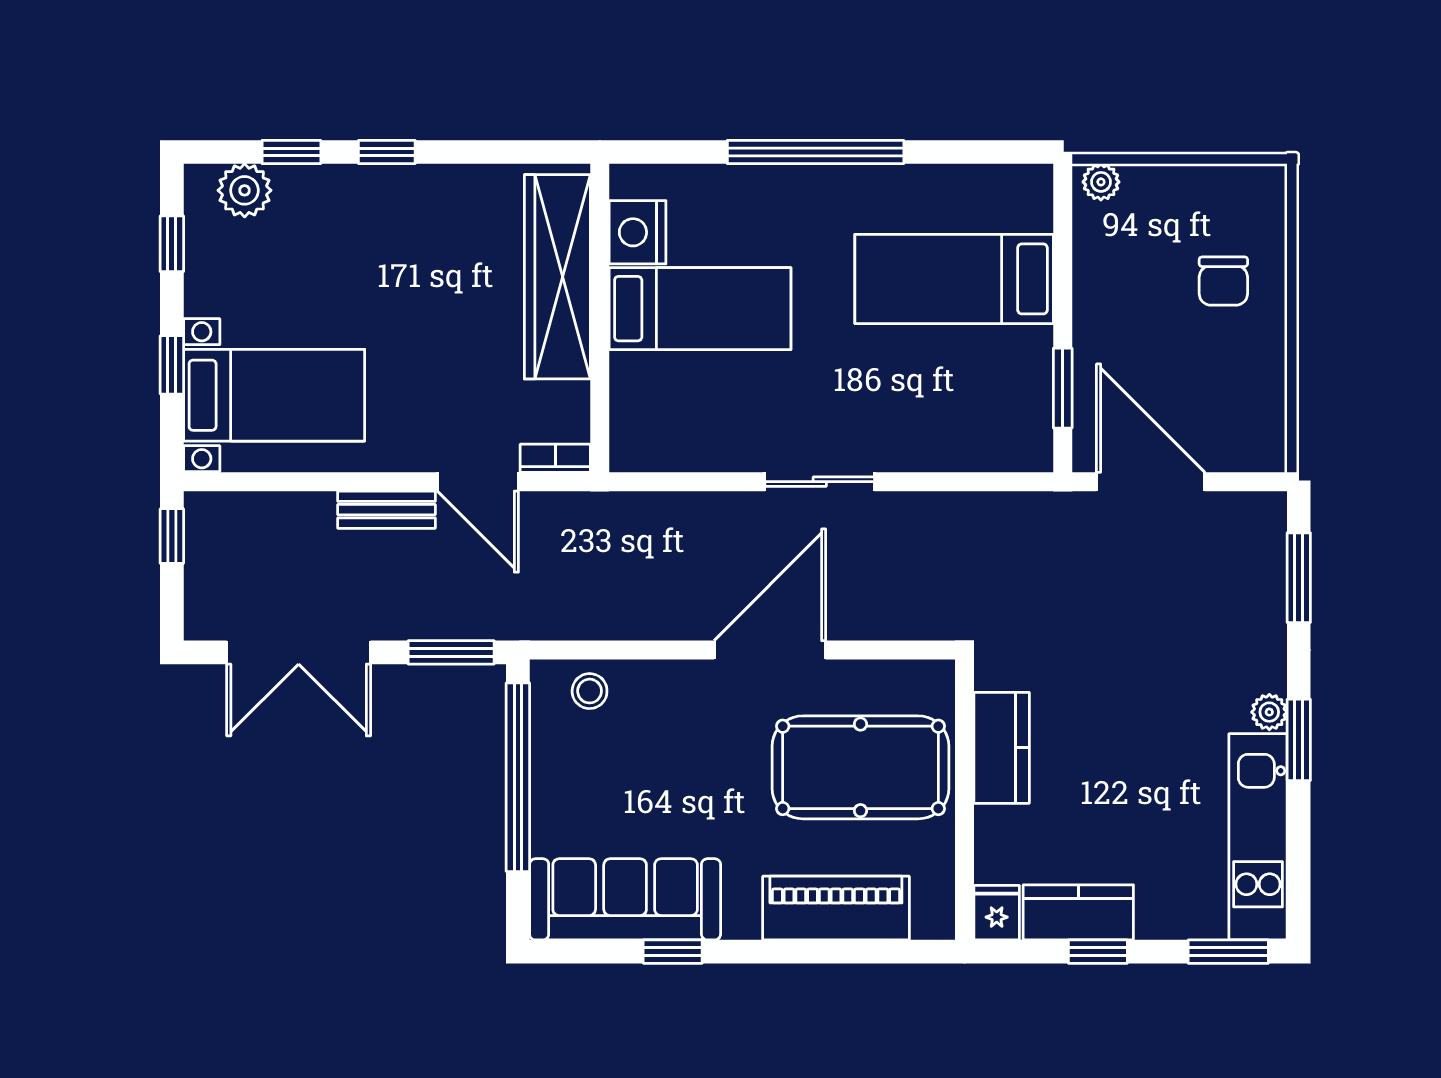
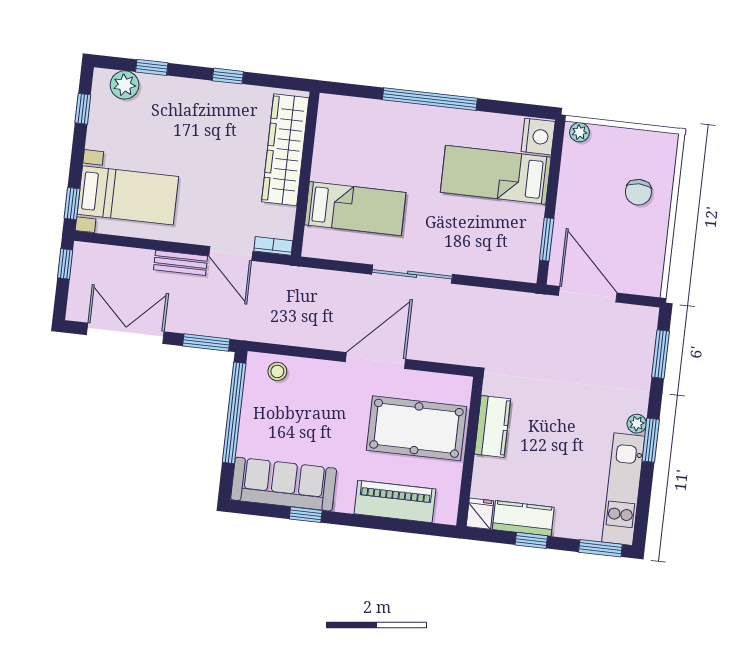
window: (387, 152) -> (228, 76), moved
nightstand: (638, 232) -> (538, 137), moved, turned 180
bed: (700, 309) -> (355, 209), moved
window: (172, 365) -> (72, 204), moved
sliding door: (820, 482) -> (412, 274), width x1.37
double door: (299, 652) -> (125, 333), swing flipped

